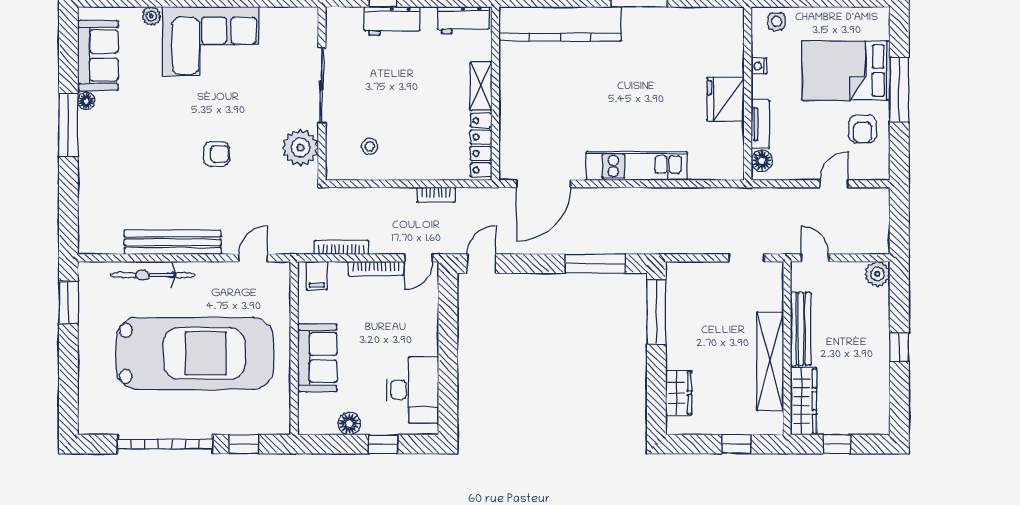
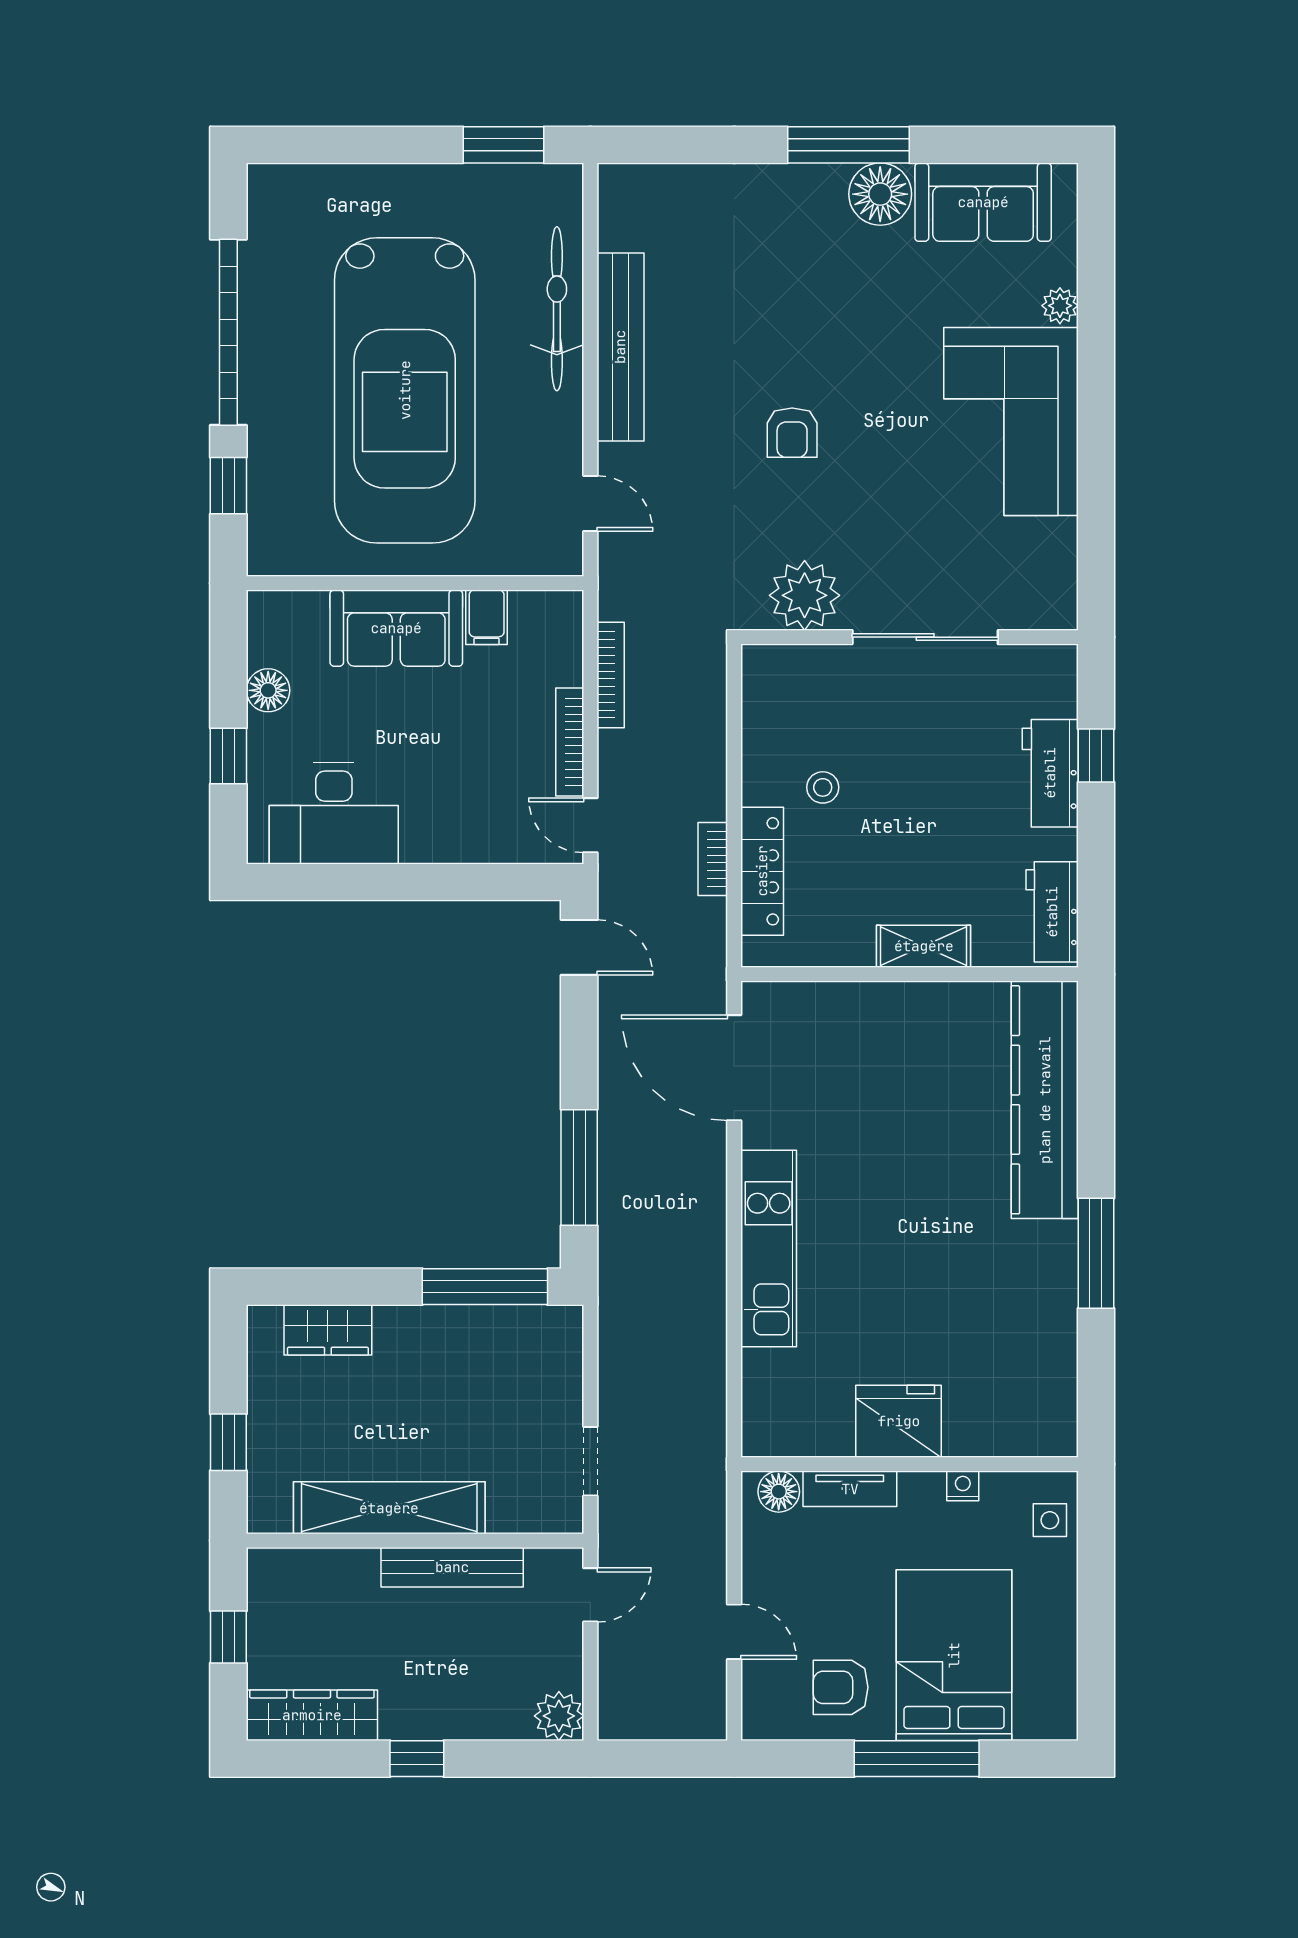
floor lamp: (86, 101) -> (880, 194), width x1.89, depth x1.89
locker: (481, 145) -> (762, 871), moved, turned 90
stool: (370, 146) -> (823, 787), moved
filing cabinet: (317, 275) -> (487, 617), moved, turned -90
wardrobe: (804, 401) -> (312, 1715), moved, turned 180

